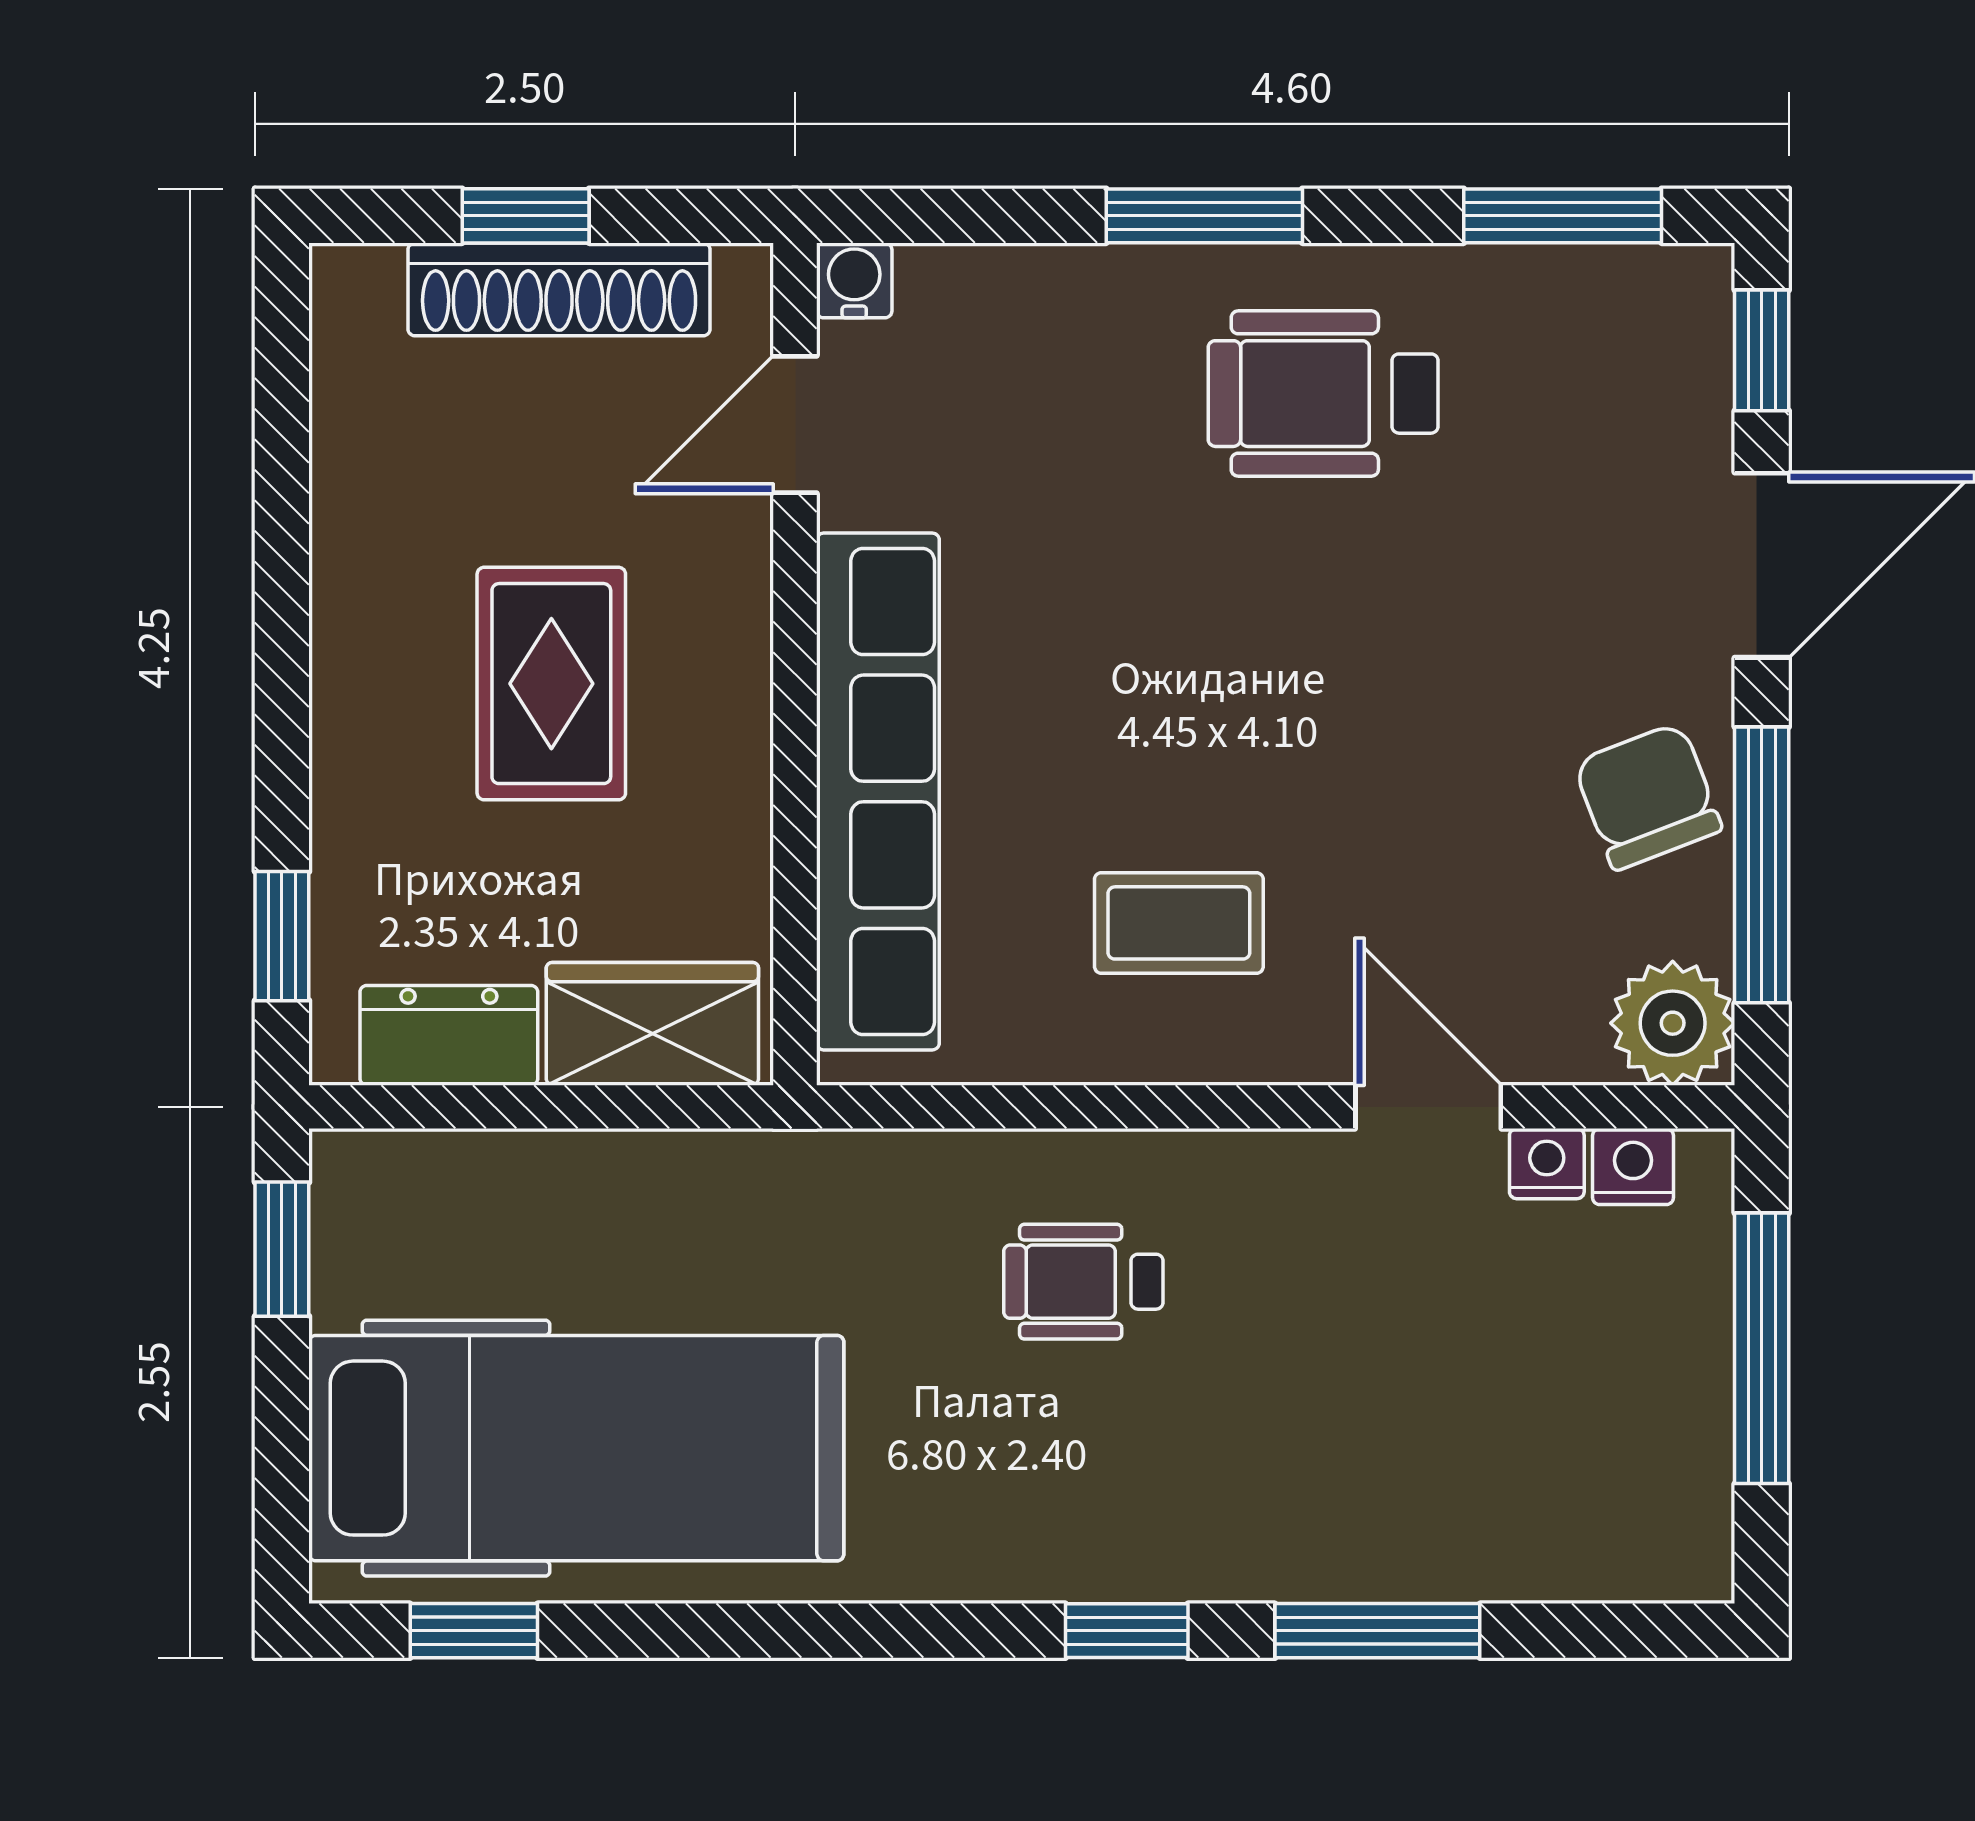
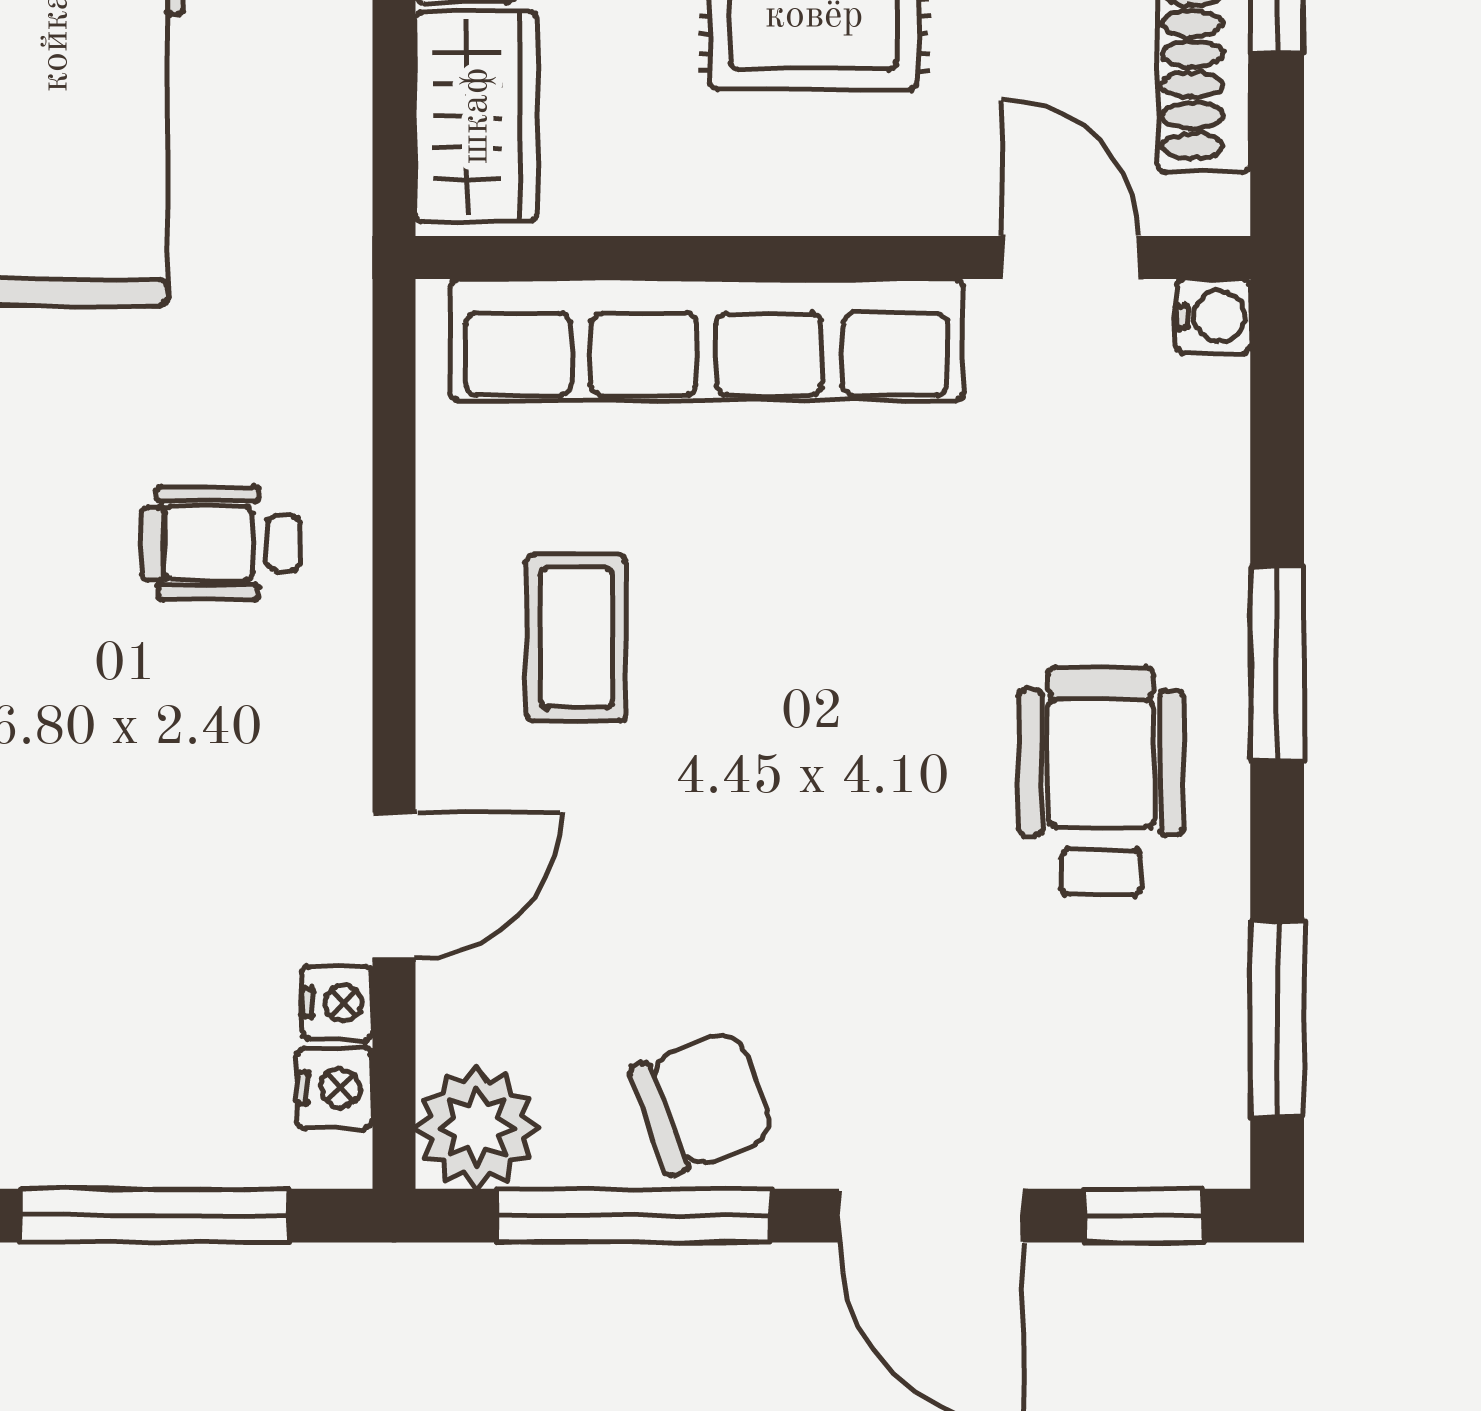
wheelchair: (1083, 1282) -> (221, 543), turned -90

